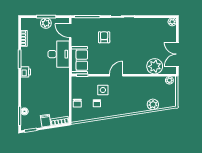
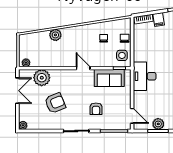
armchair: (142, 43) -> (55, 103), added
desk: (59, 54) -> (145, 76), moved
sofa: (79, 60) -> (109, 78), moved, turned -90
door: (116, 75) -> (83, 68), swing flipped
side table: (103, 90) -> (122, 55), moved
plant: (153, 105) -> (55, 35), moved

